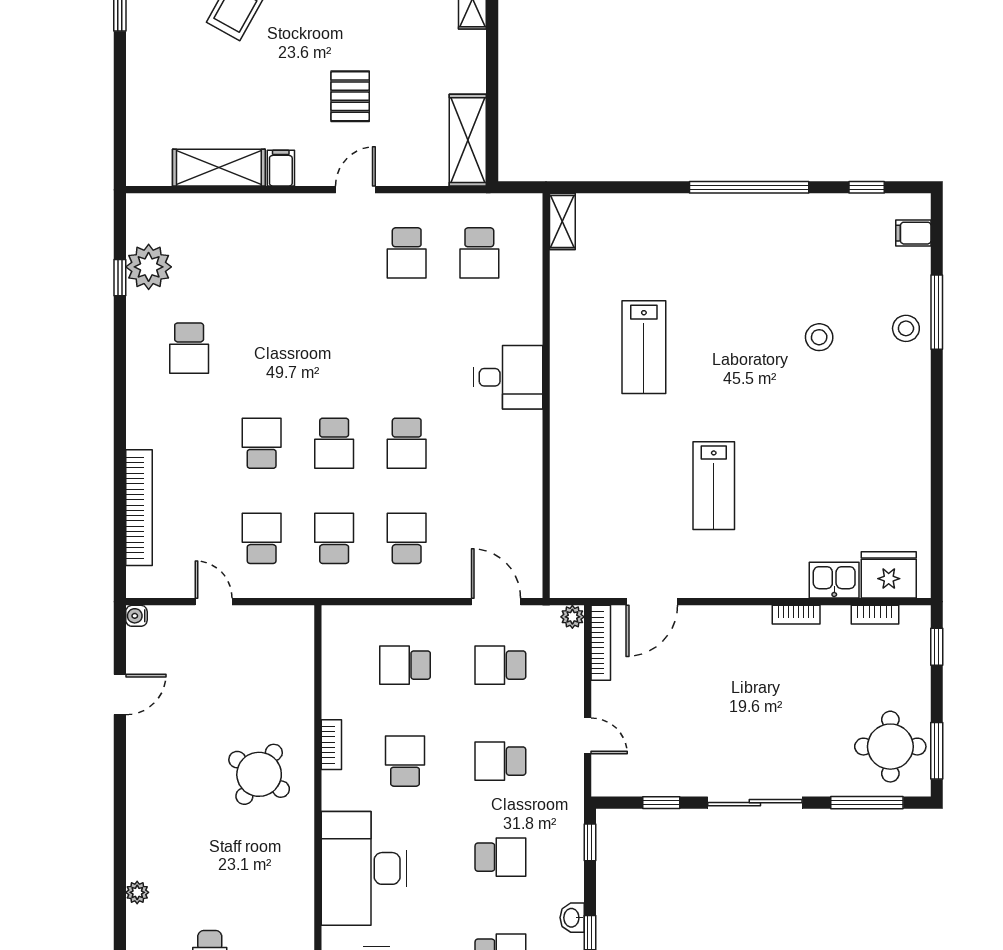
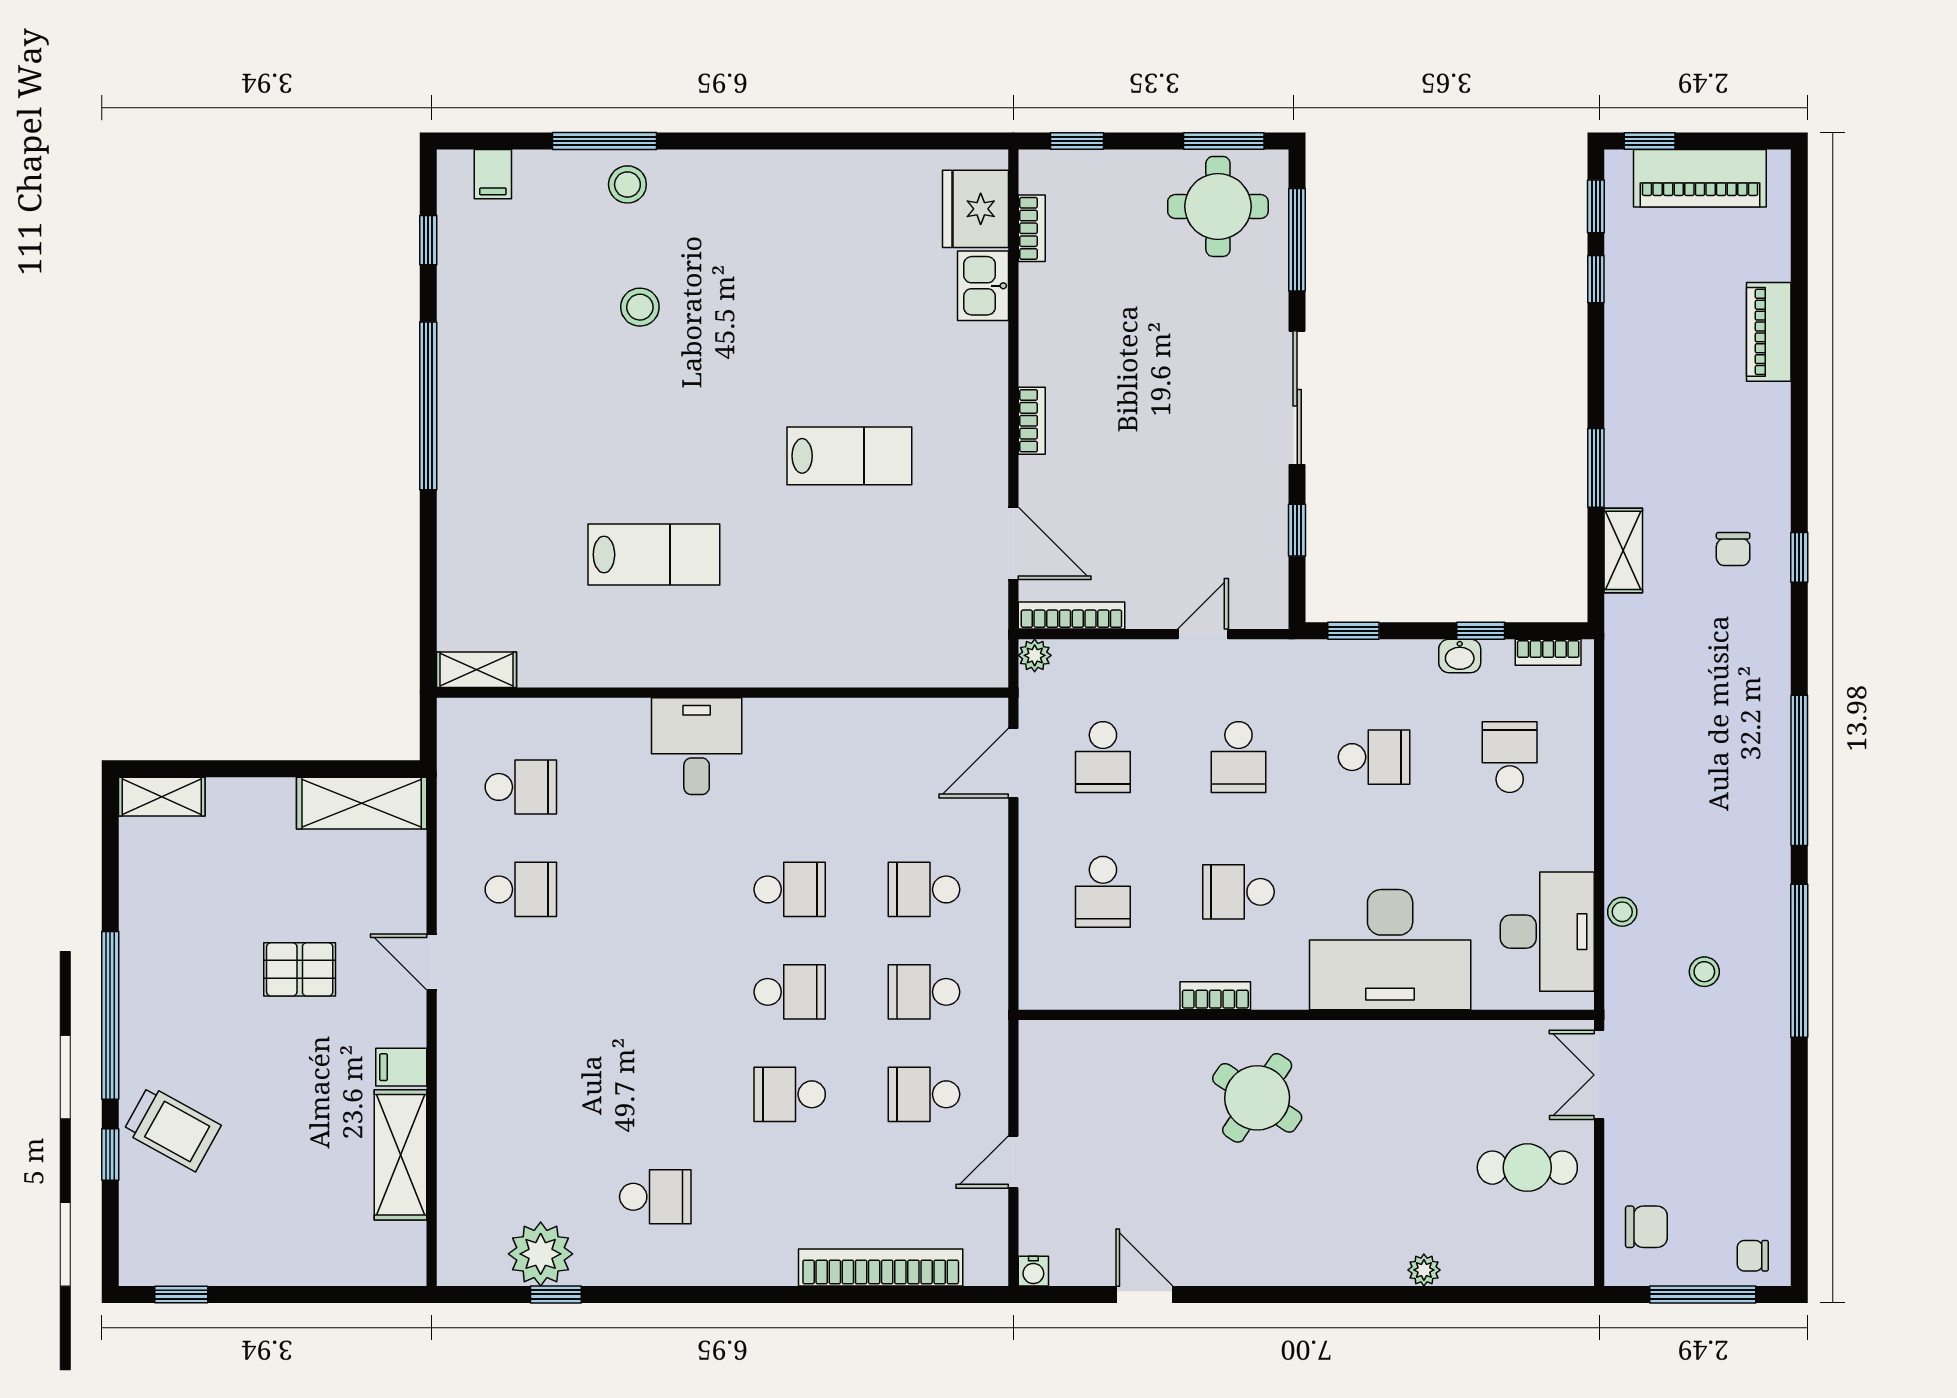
bookcase: (796, 615) -> (1032, 421), moved
school desk: (500, 857) -> (1374, 757), turned 90

